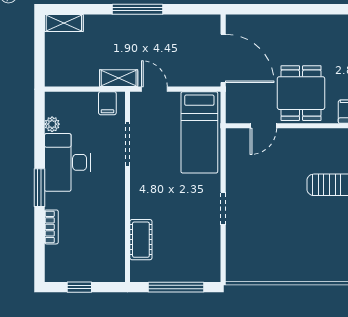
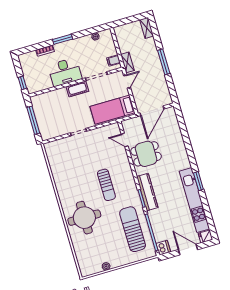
desk: (67, 162) -> (65, 72), moved, turned 180
cot: (141, 240) -> (77, 89), moved
window: (79, 287) -> (22, 83), moved

